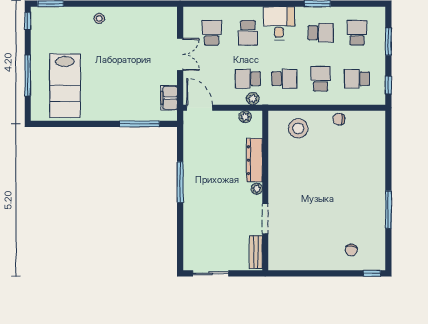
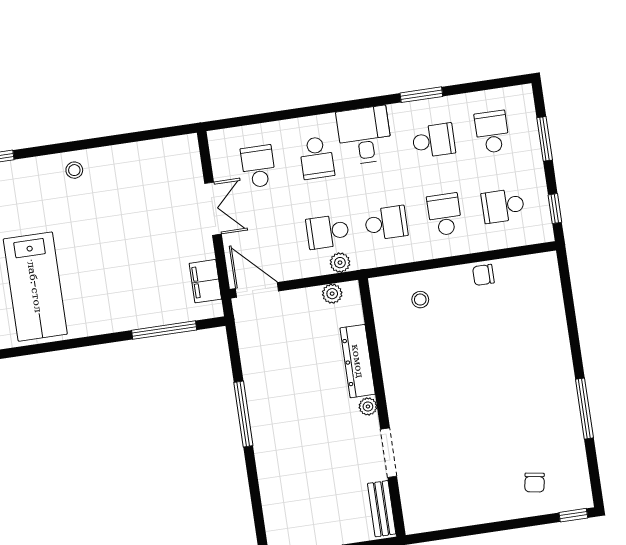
stool: (298, 128) -> (420, 300), width x0.53, depth x0.53

